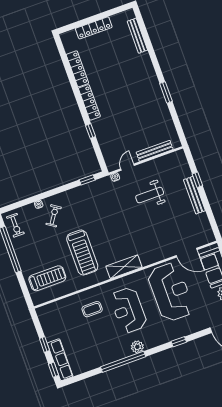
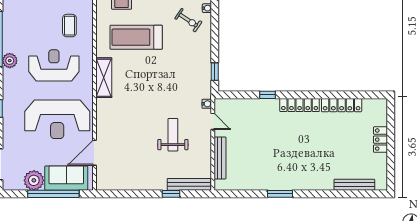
locker: (94, 28) -> (380, 140), width x0.66
bench: (194, 195) -> (189, 184), moved

